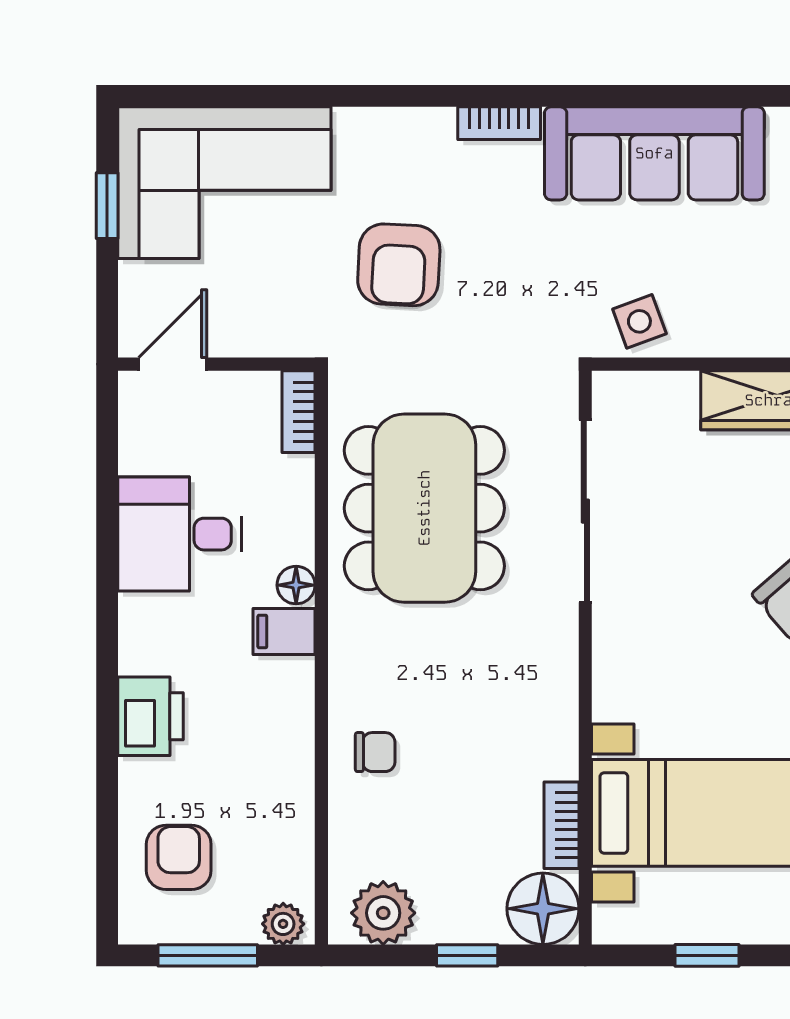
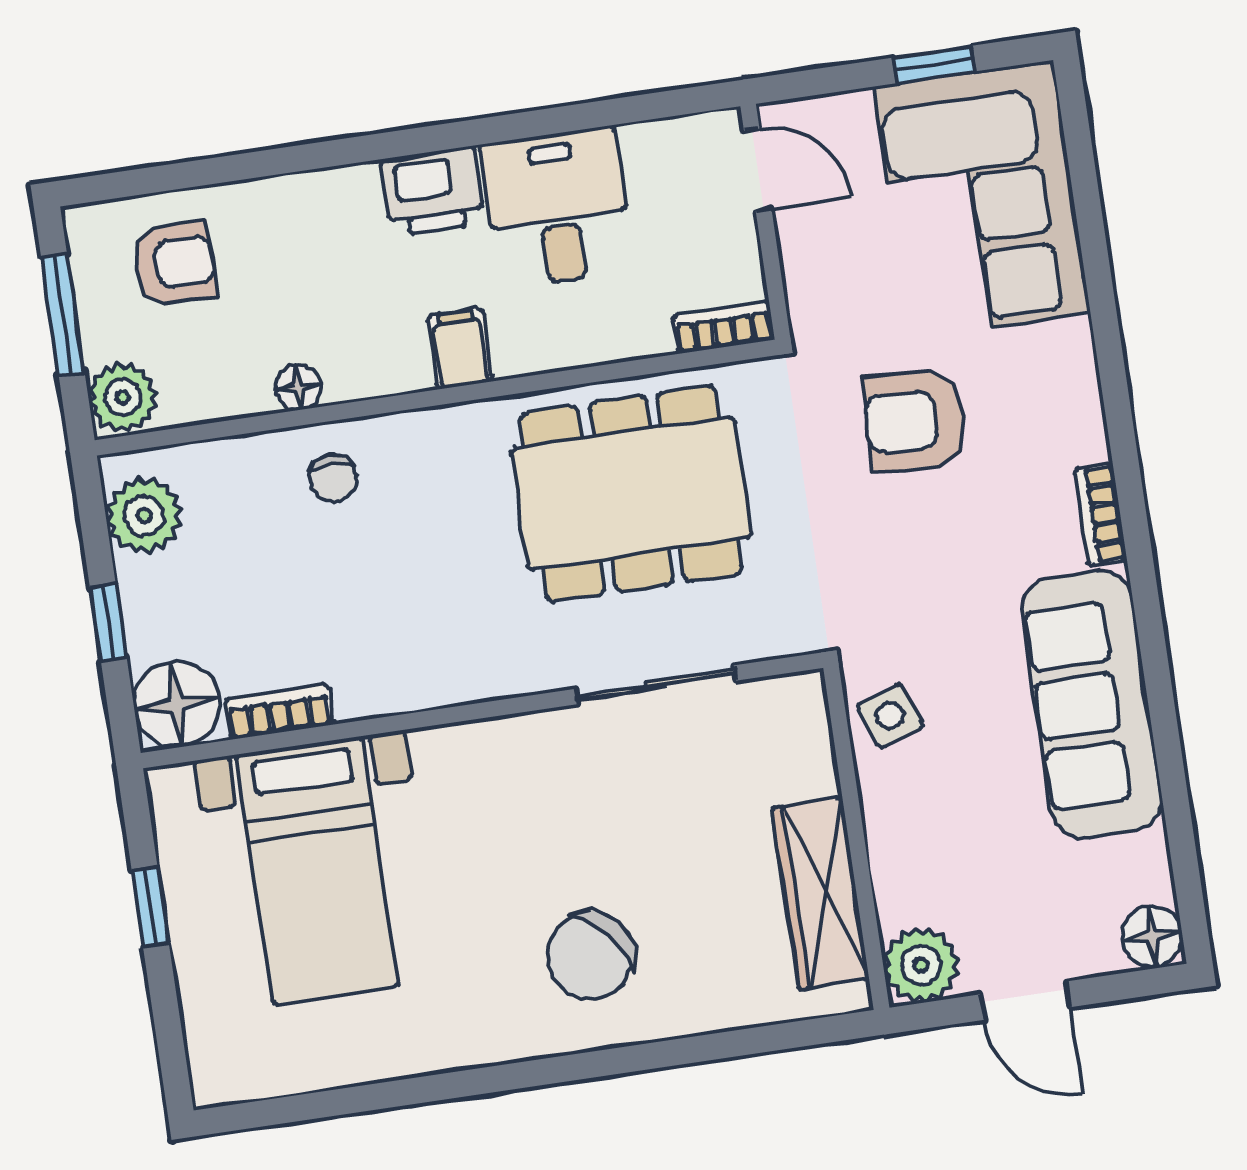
sliding door: (585, 511) -> (656, 685), width x0.73
floor lamp: (296, 585) -> (299, 387), moved
printer: (150, 716) -> (433, 191), moved
plant: (283, 924) -> (123, 397), width x1.38, depth x1.38

